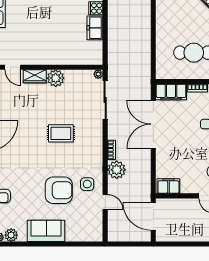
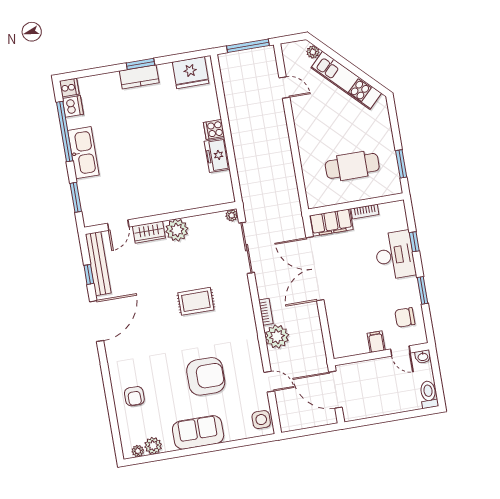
door: (13, 67) -> (118, 225), hinge flipped
side table: (87, 184) -> (261, 420), moved
filing cabinet: (168, 186) -> (376, 342), moved, width x0.50

